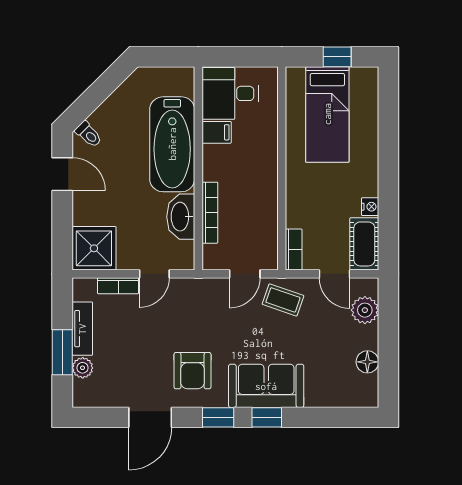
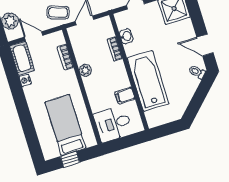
desk: (230, 93) -> (113, 124), moved, turned 180
plant: (268, 193) -> (85, 70), added
bookcase: (210, 213) -> (115, 49), width x0.64
washbasin: (181, 217) -> (126, 36), width x0.52, depth x0.69
bookcase: (294, 250) -> (65, 57), moved

